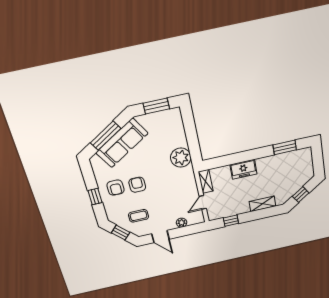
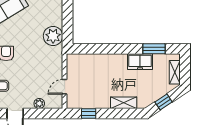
freezer: (243, 169) -> (140, 62), moved
shelving: (206, 181) -> (175, 72), moved

